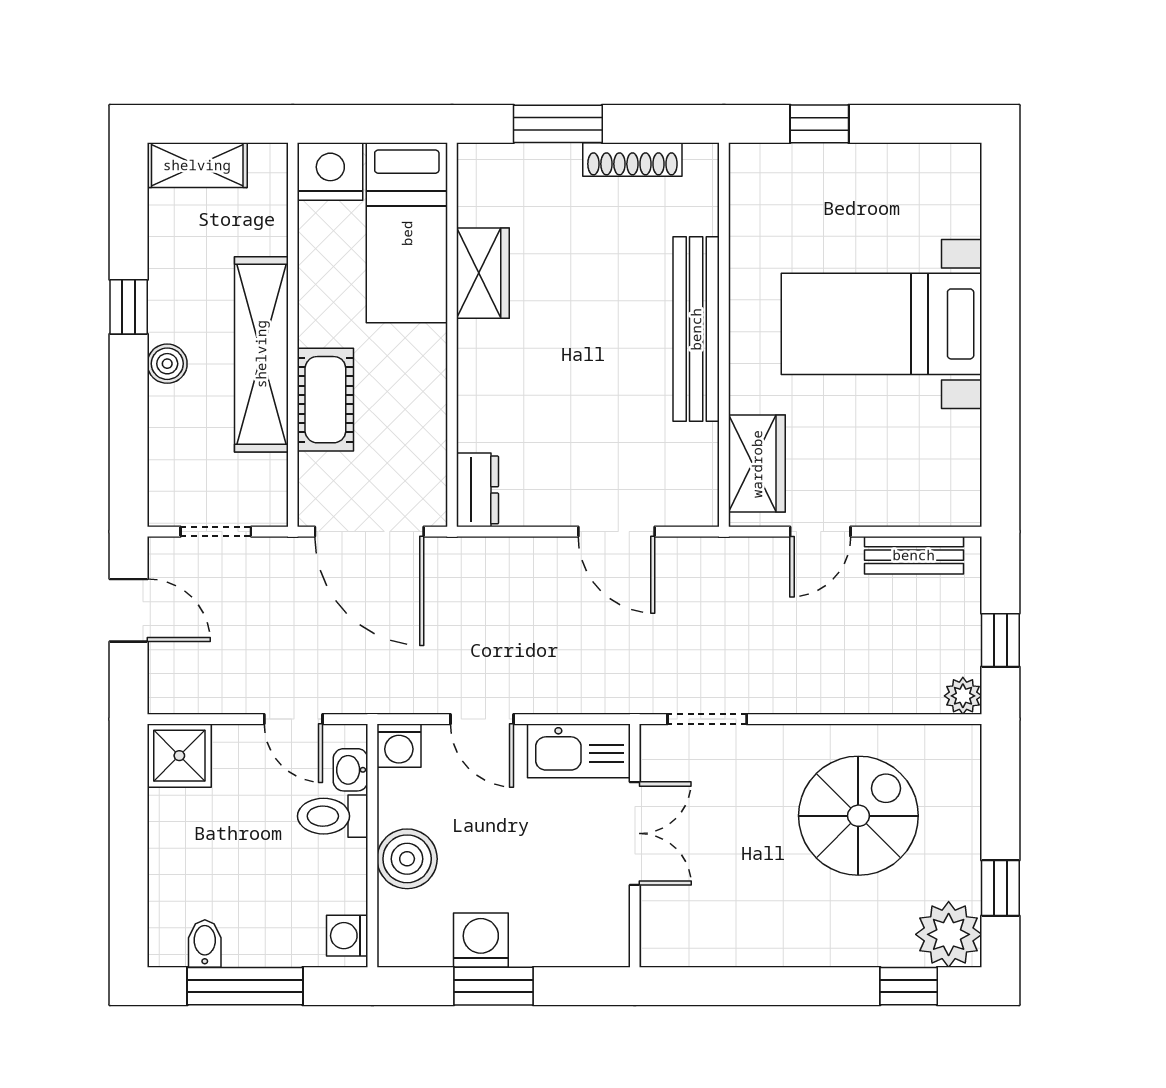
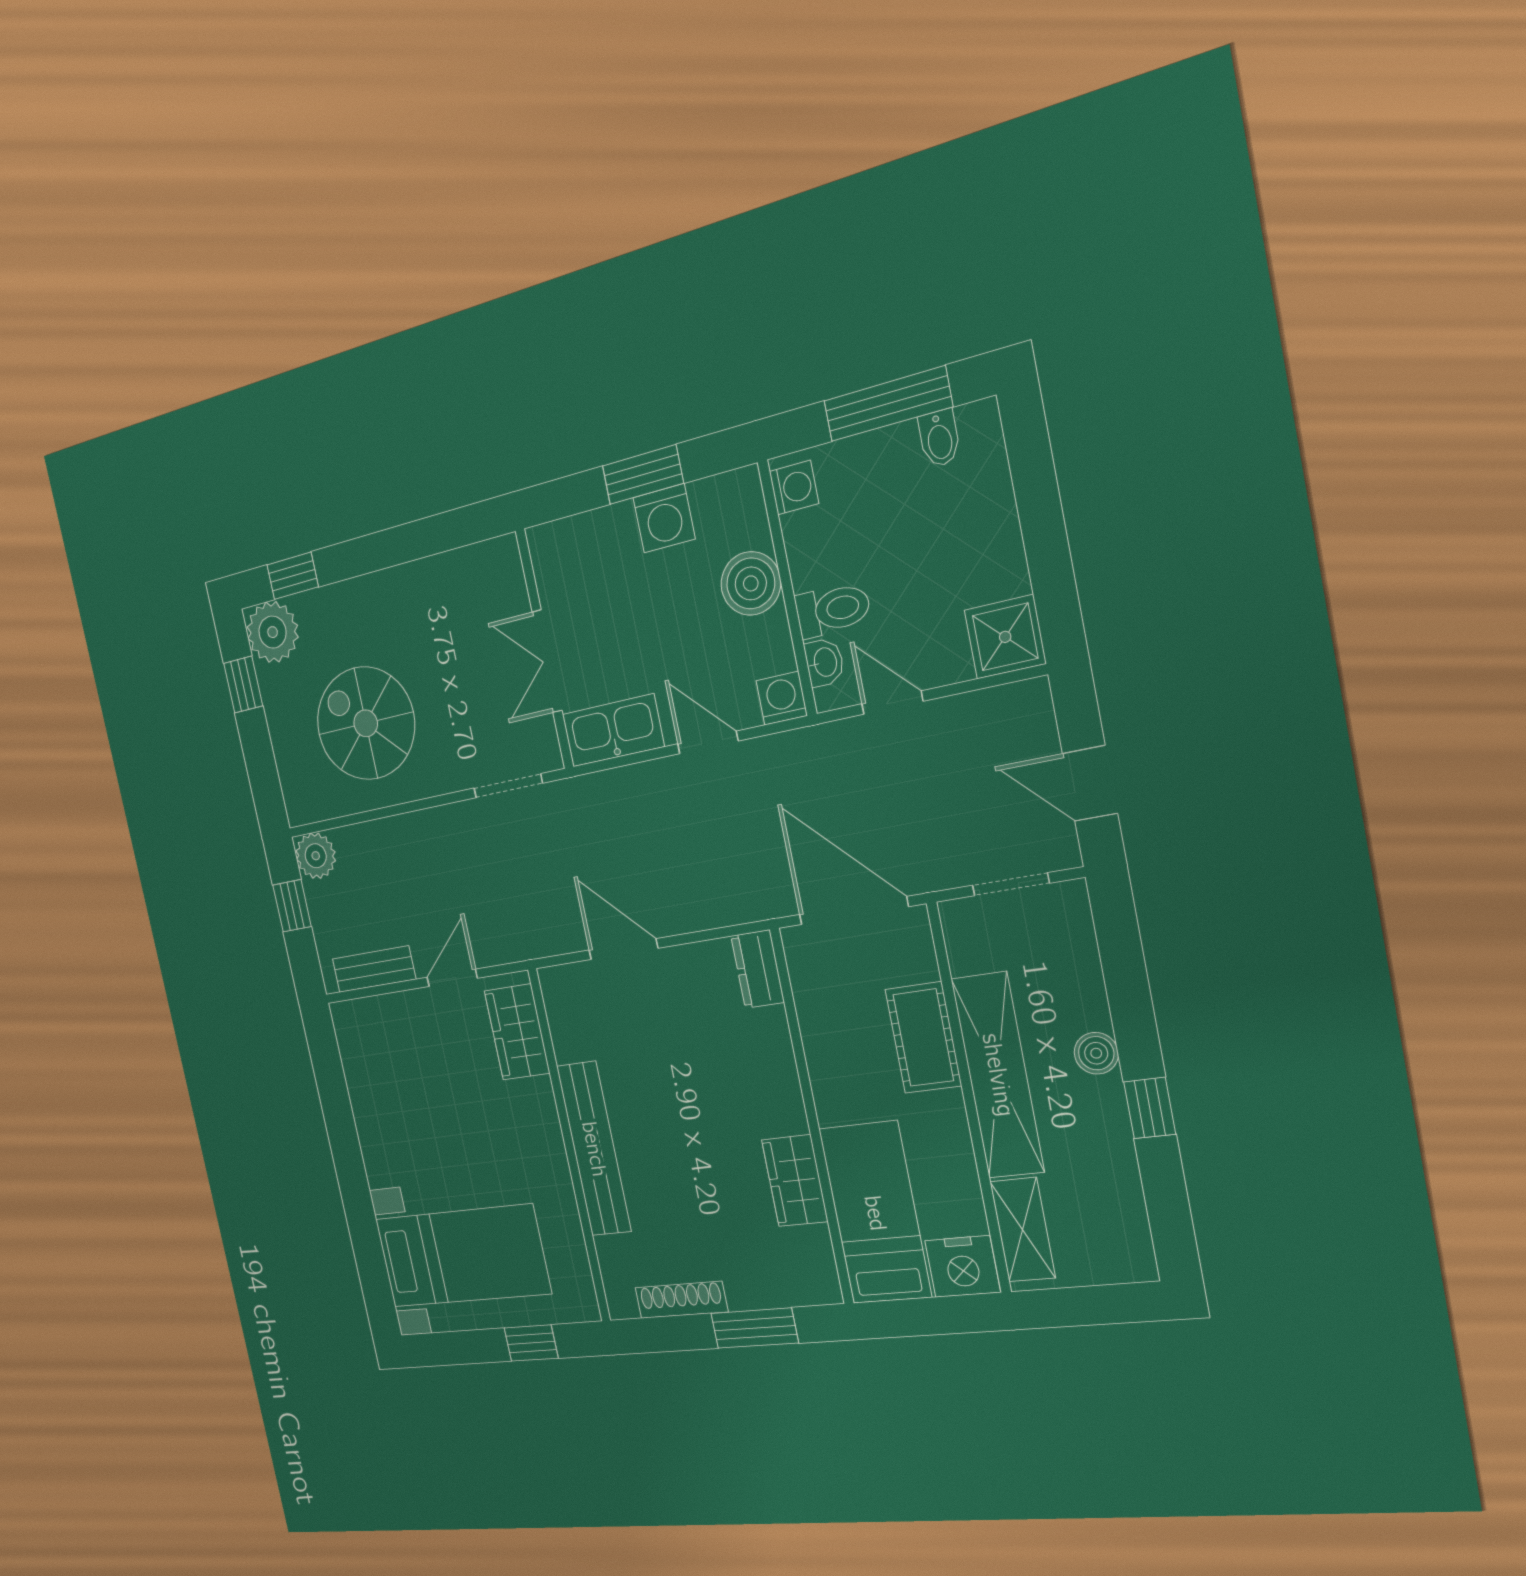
shelving: (197, 165) -> (1023, 1230), moved, turned 90
bed with nightstands: (881, 324) -> (462, 1256), moved
plant: (963, 696) -> (316, 856), width x1.38, depth x1.38
spiral stairs: (858, 816) -> (366, 723), turned 90

